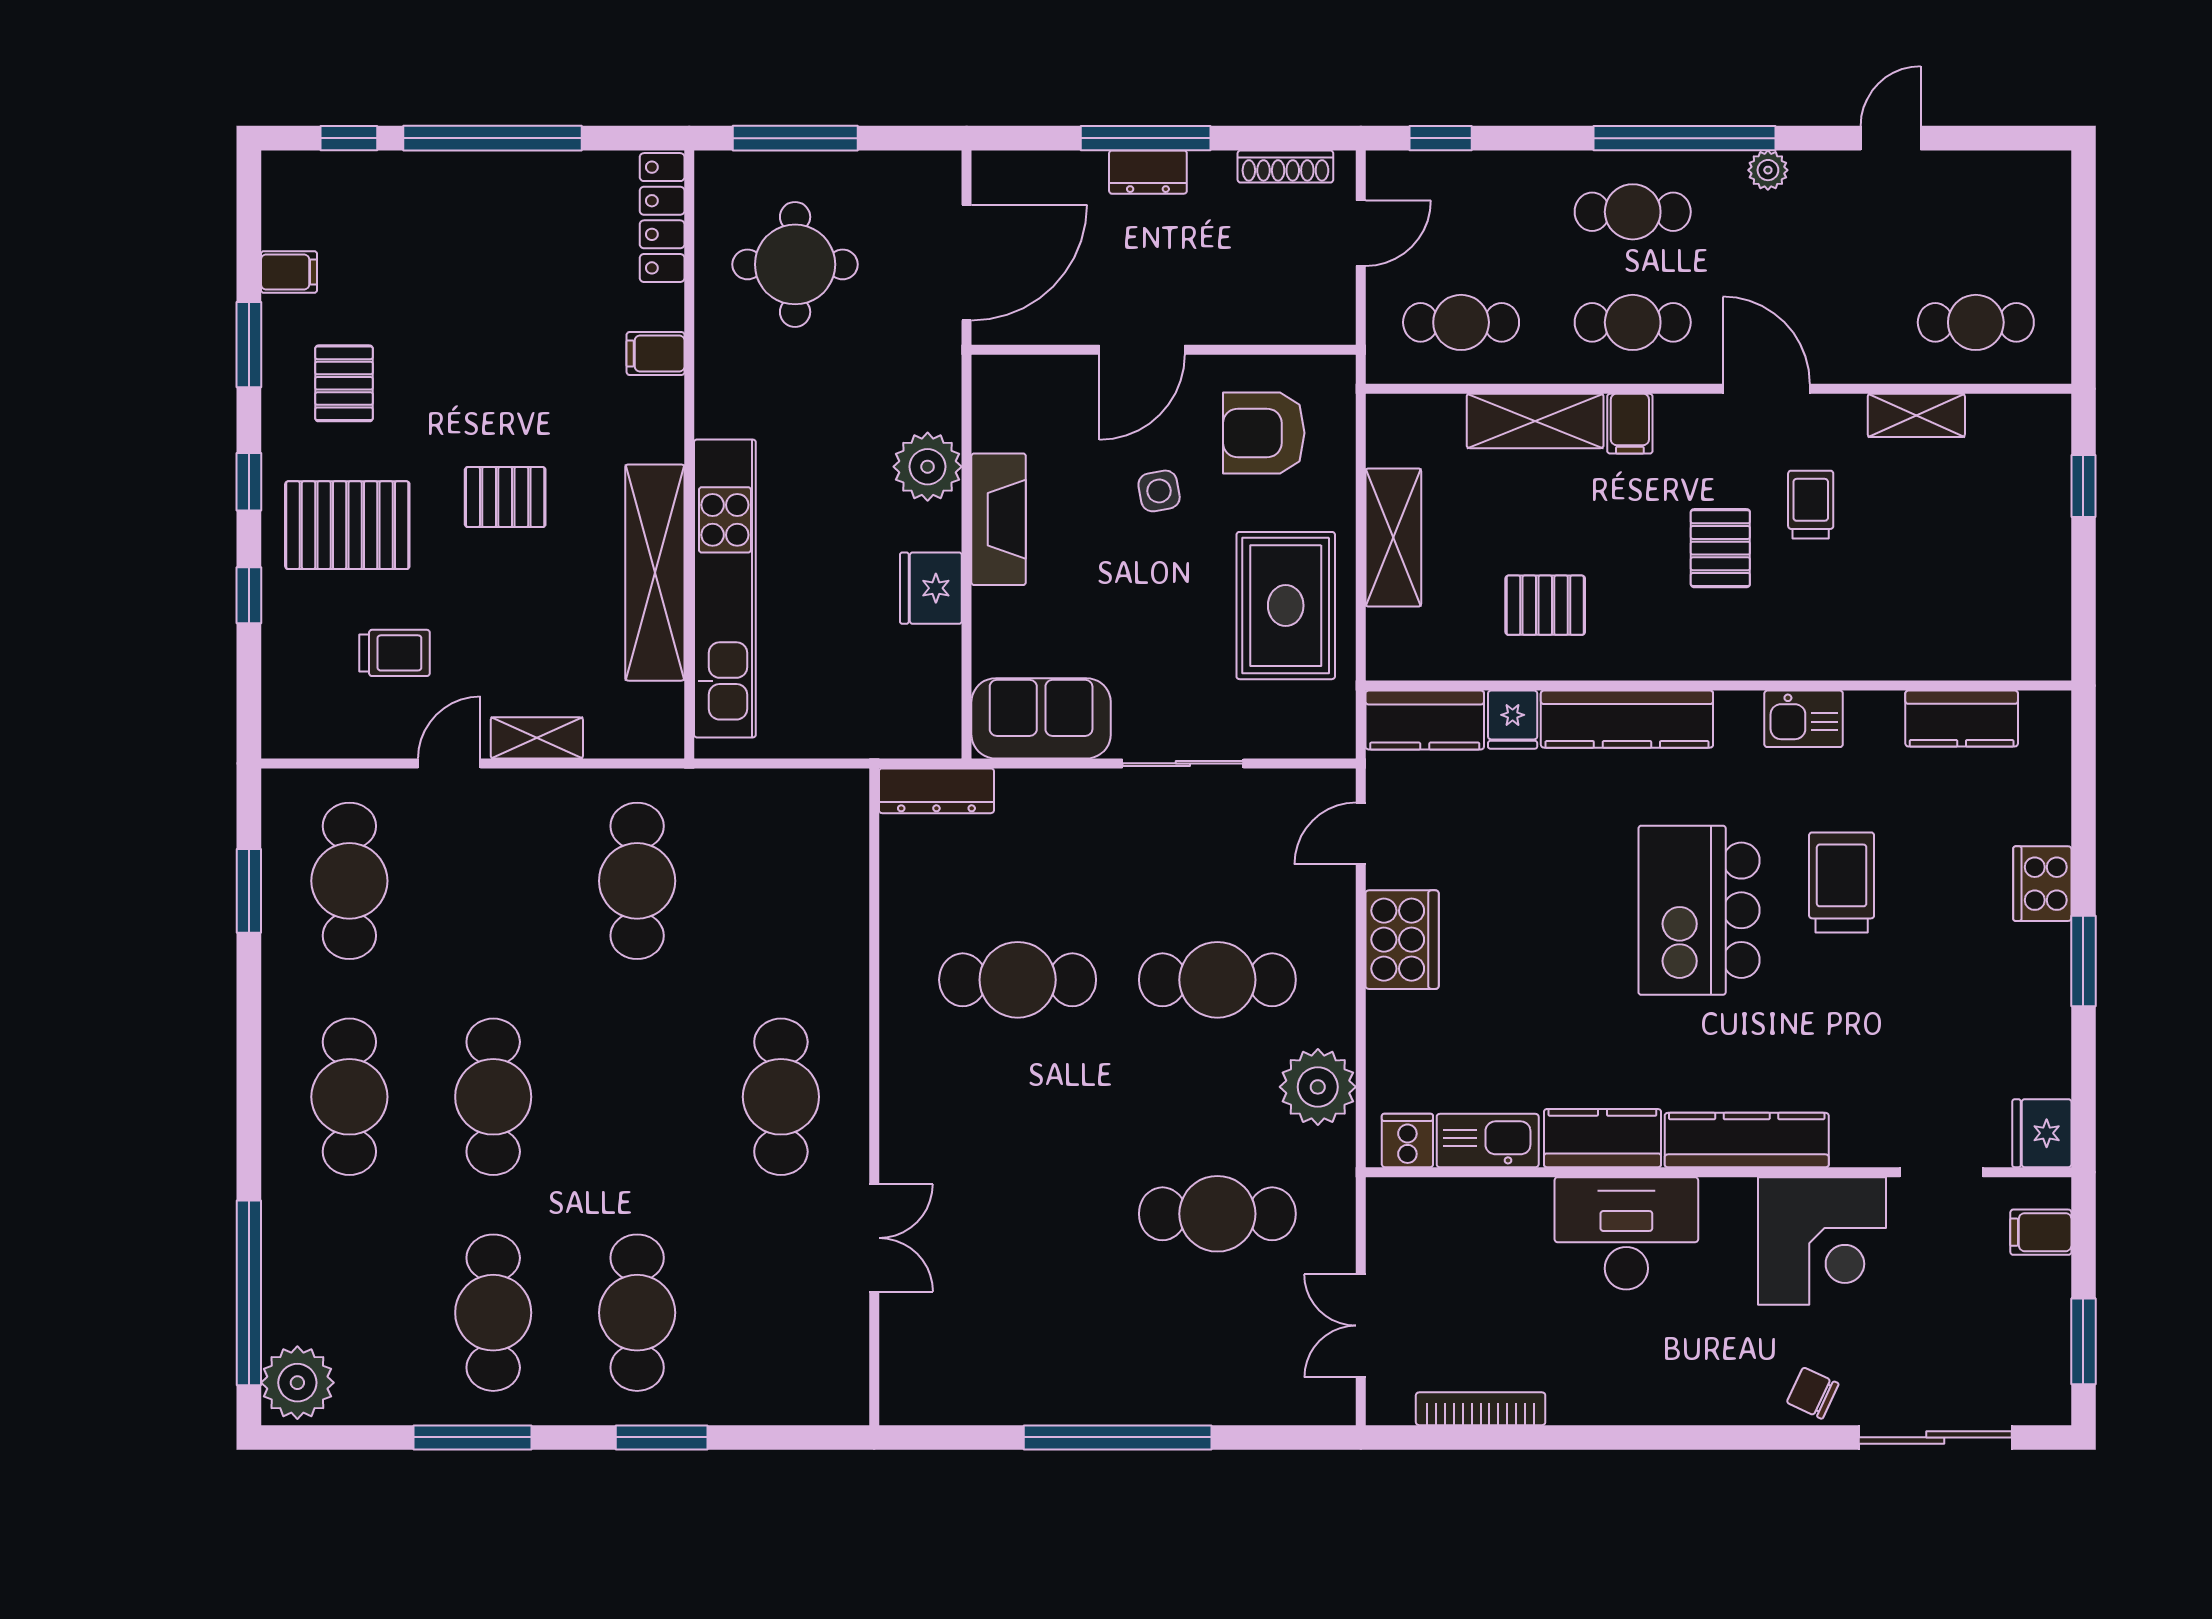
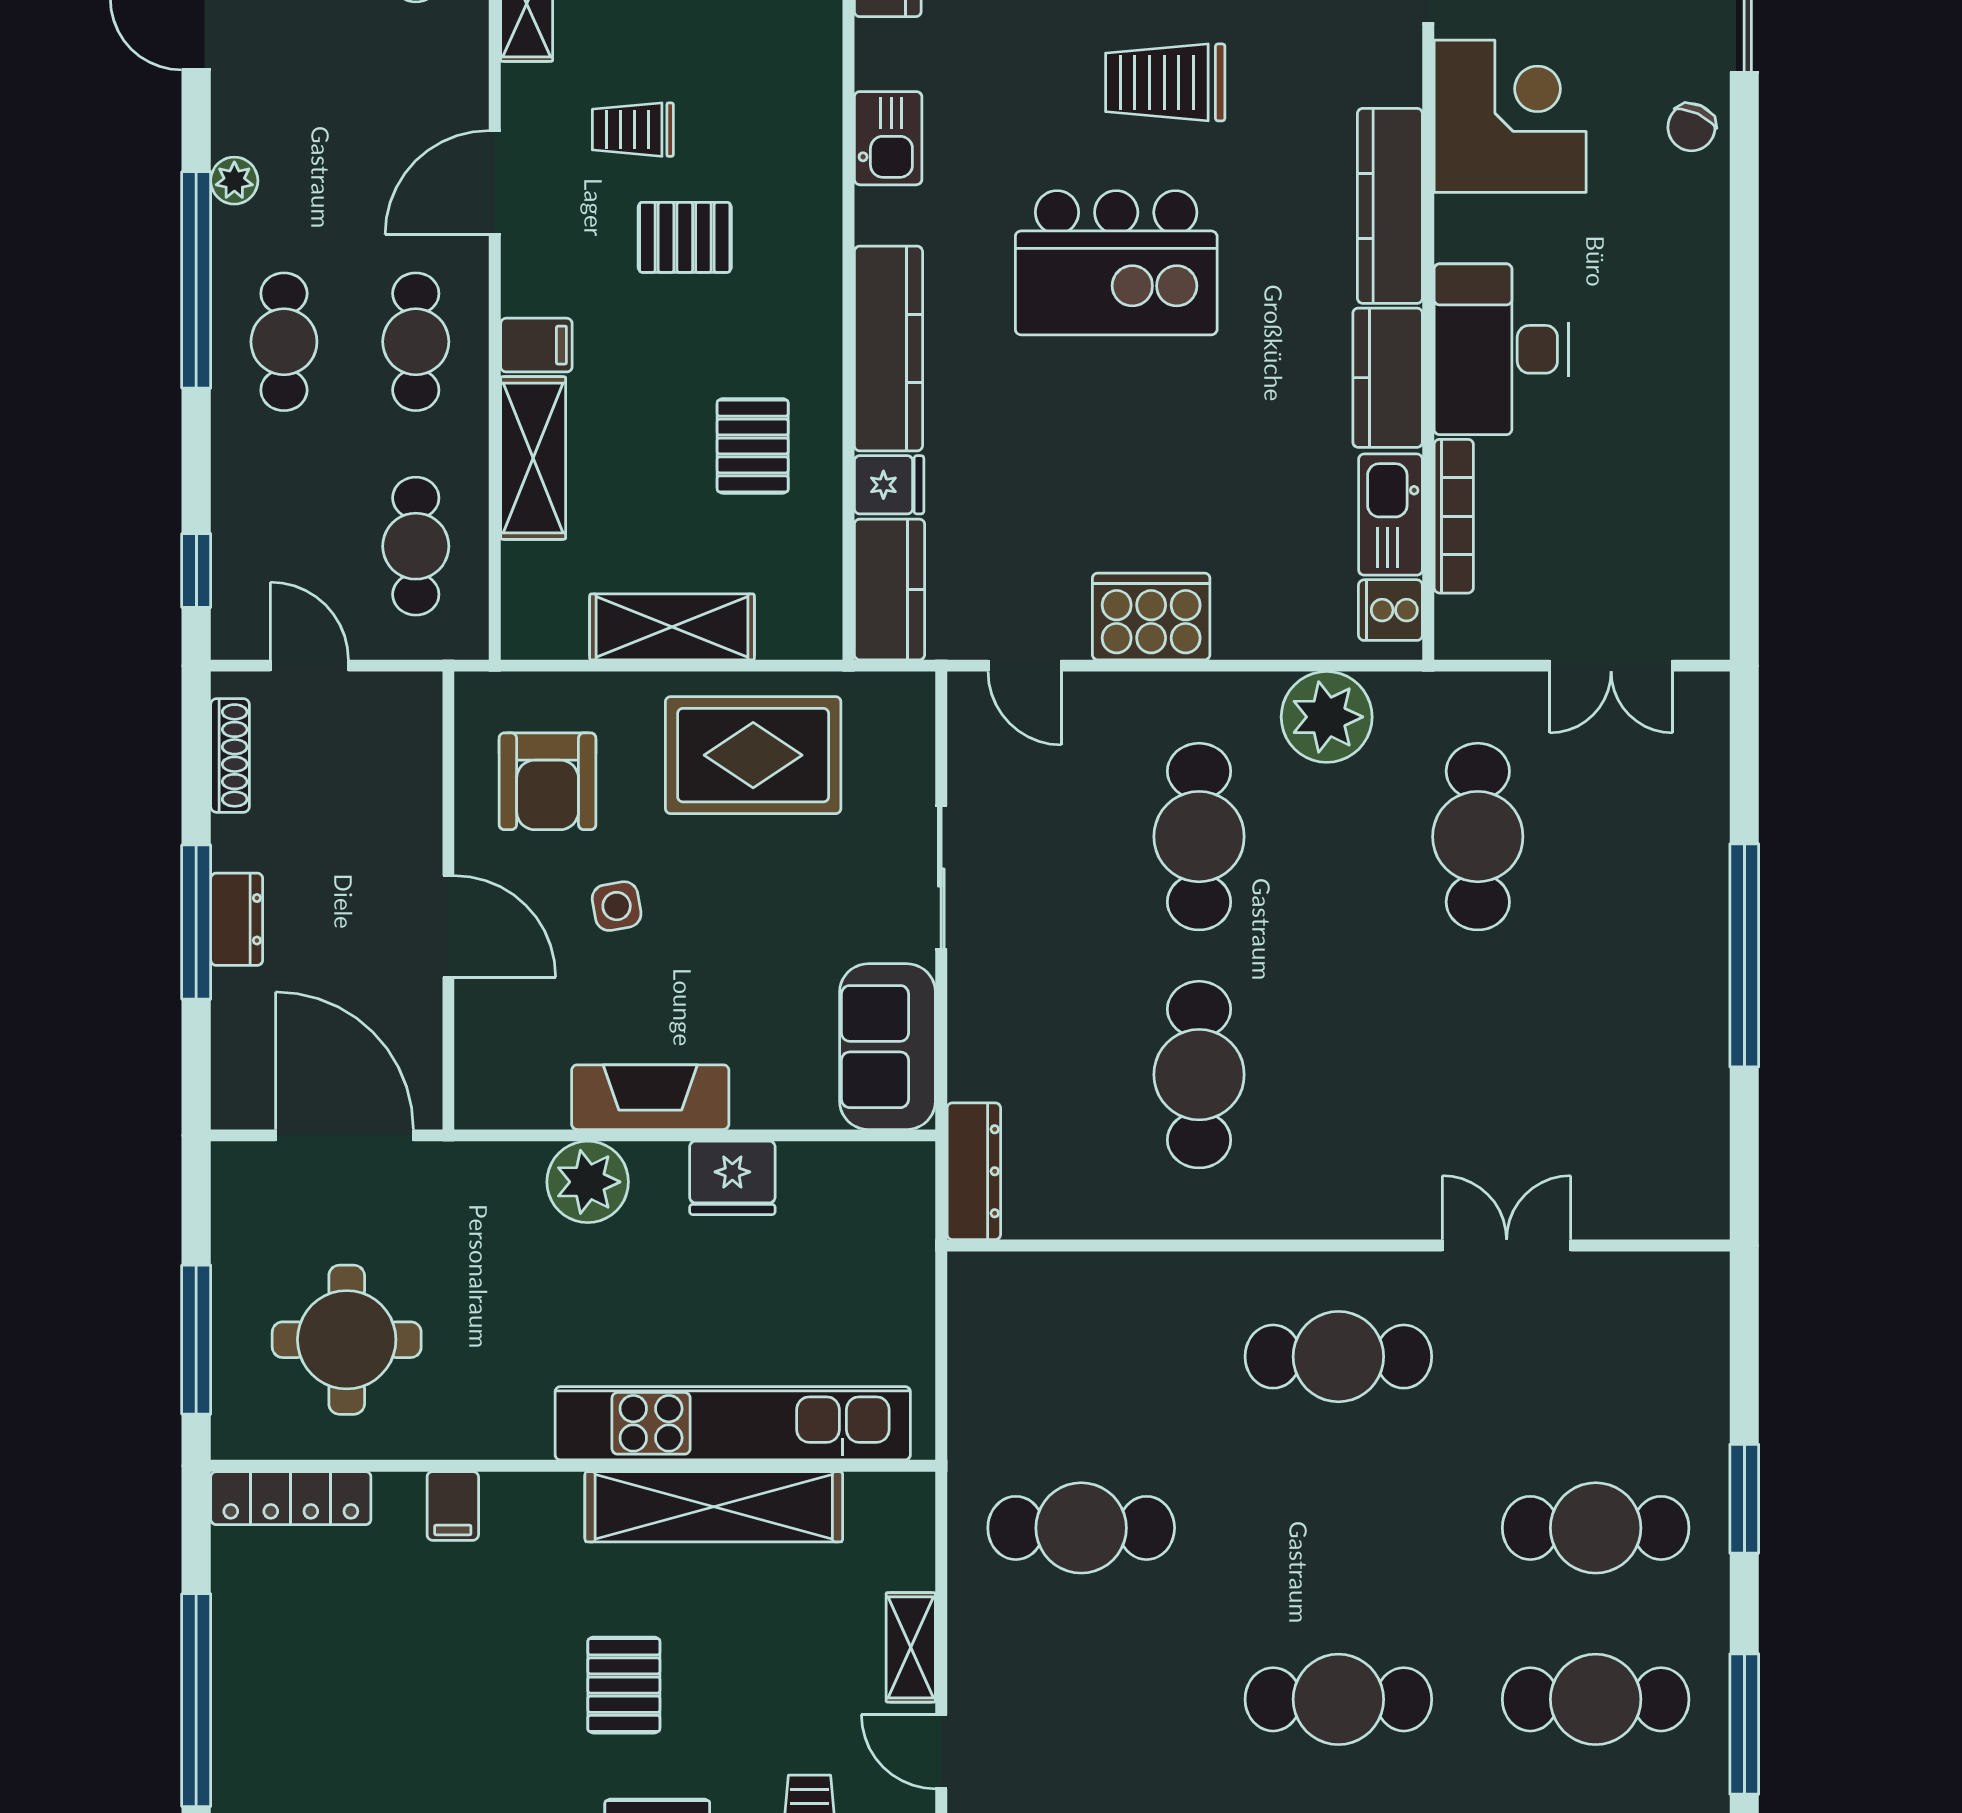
trolley: (1842, 882) -> (1165, 82), moved
bookcase: (1481, 1409) -> (1454, 516), moved, turned 180

